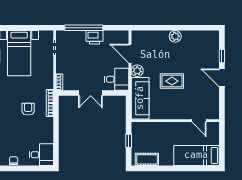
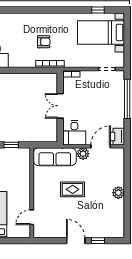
printer: (94, 37) -> (117, 137), moved
door: (222, 78) -> (76, 241), hinge flipped
rug: (172, 81) -> (73, 189), turned 90

